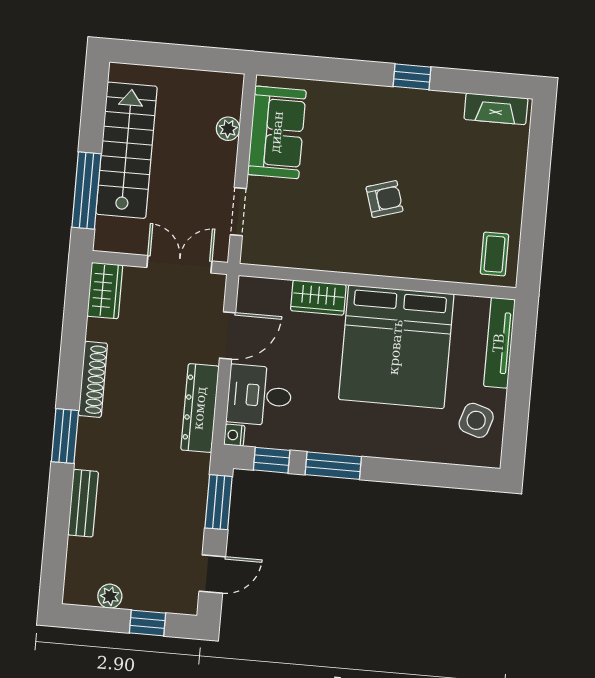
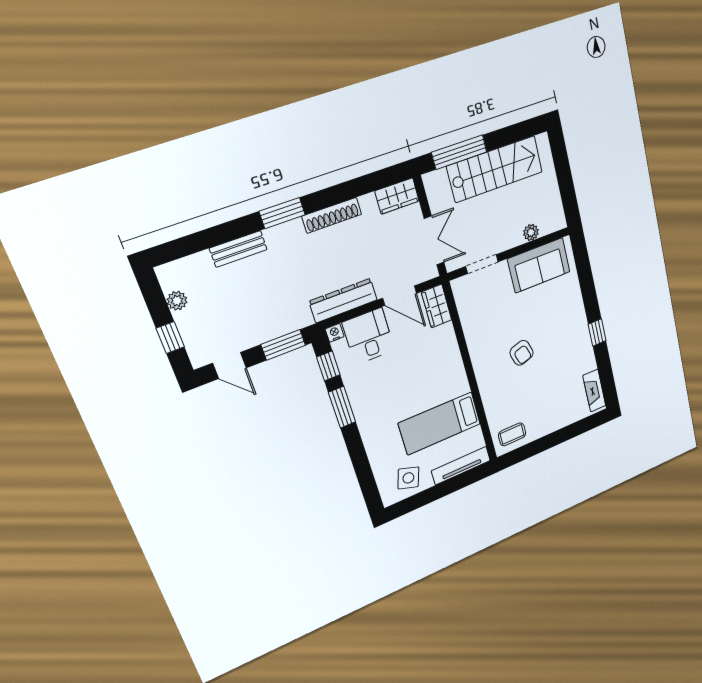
wardrobe: (318, 298) -> (437, 306), moved
bed: (396, 347) -> (440, 423), width x0.49

